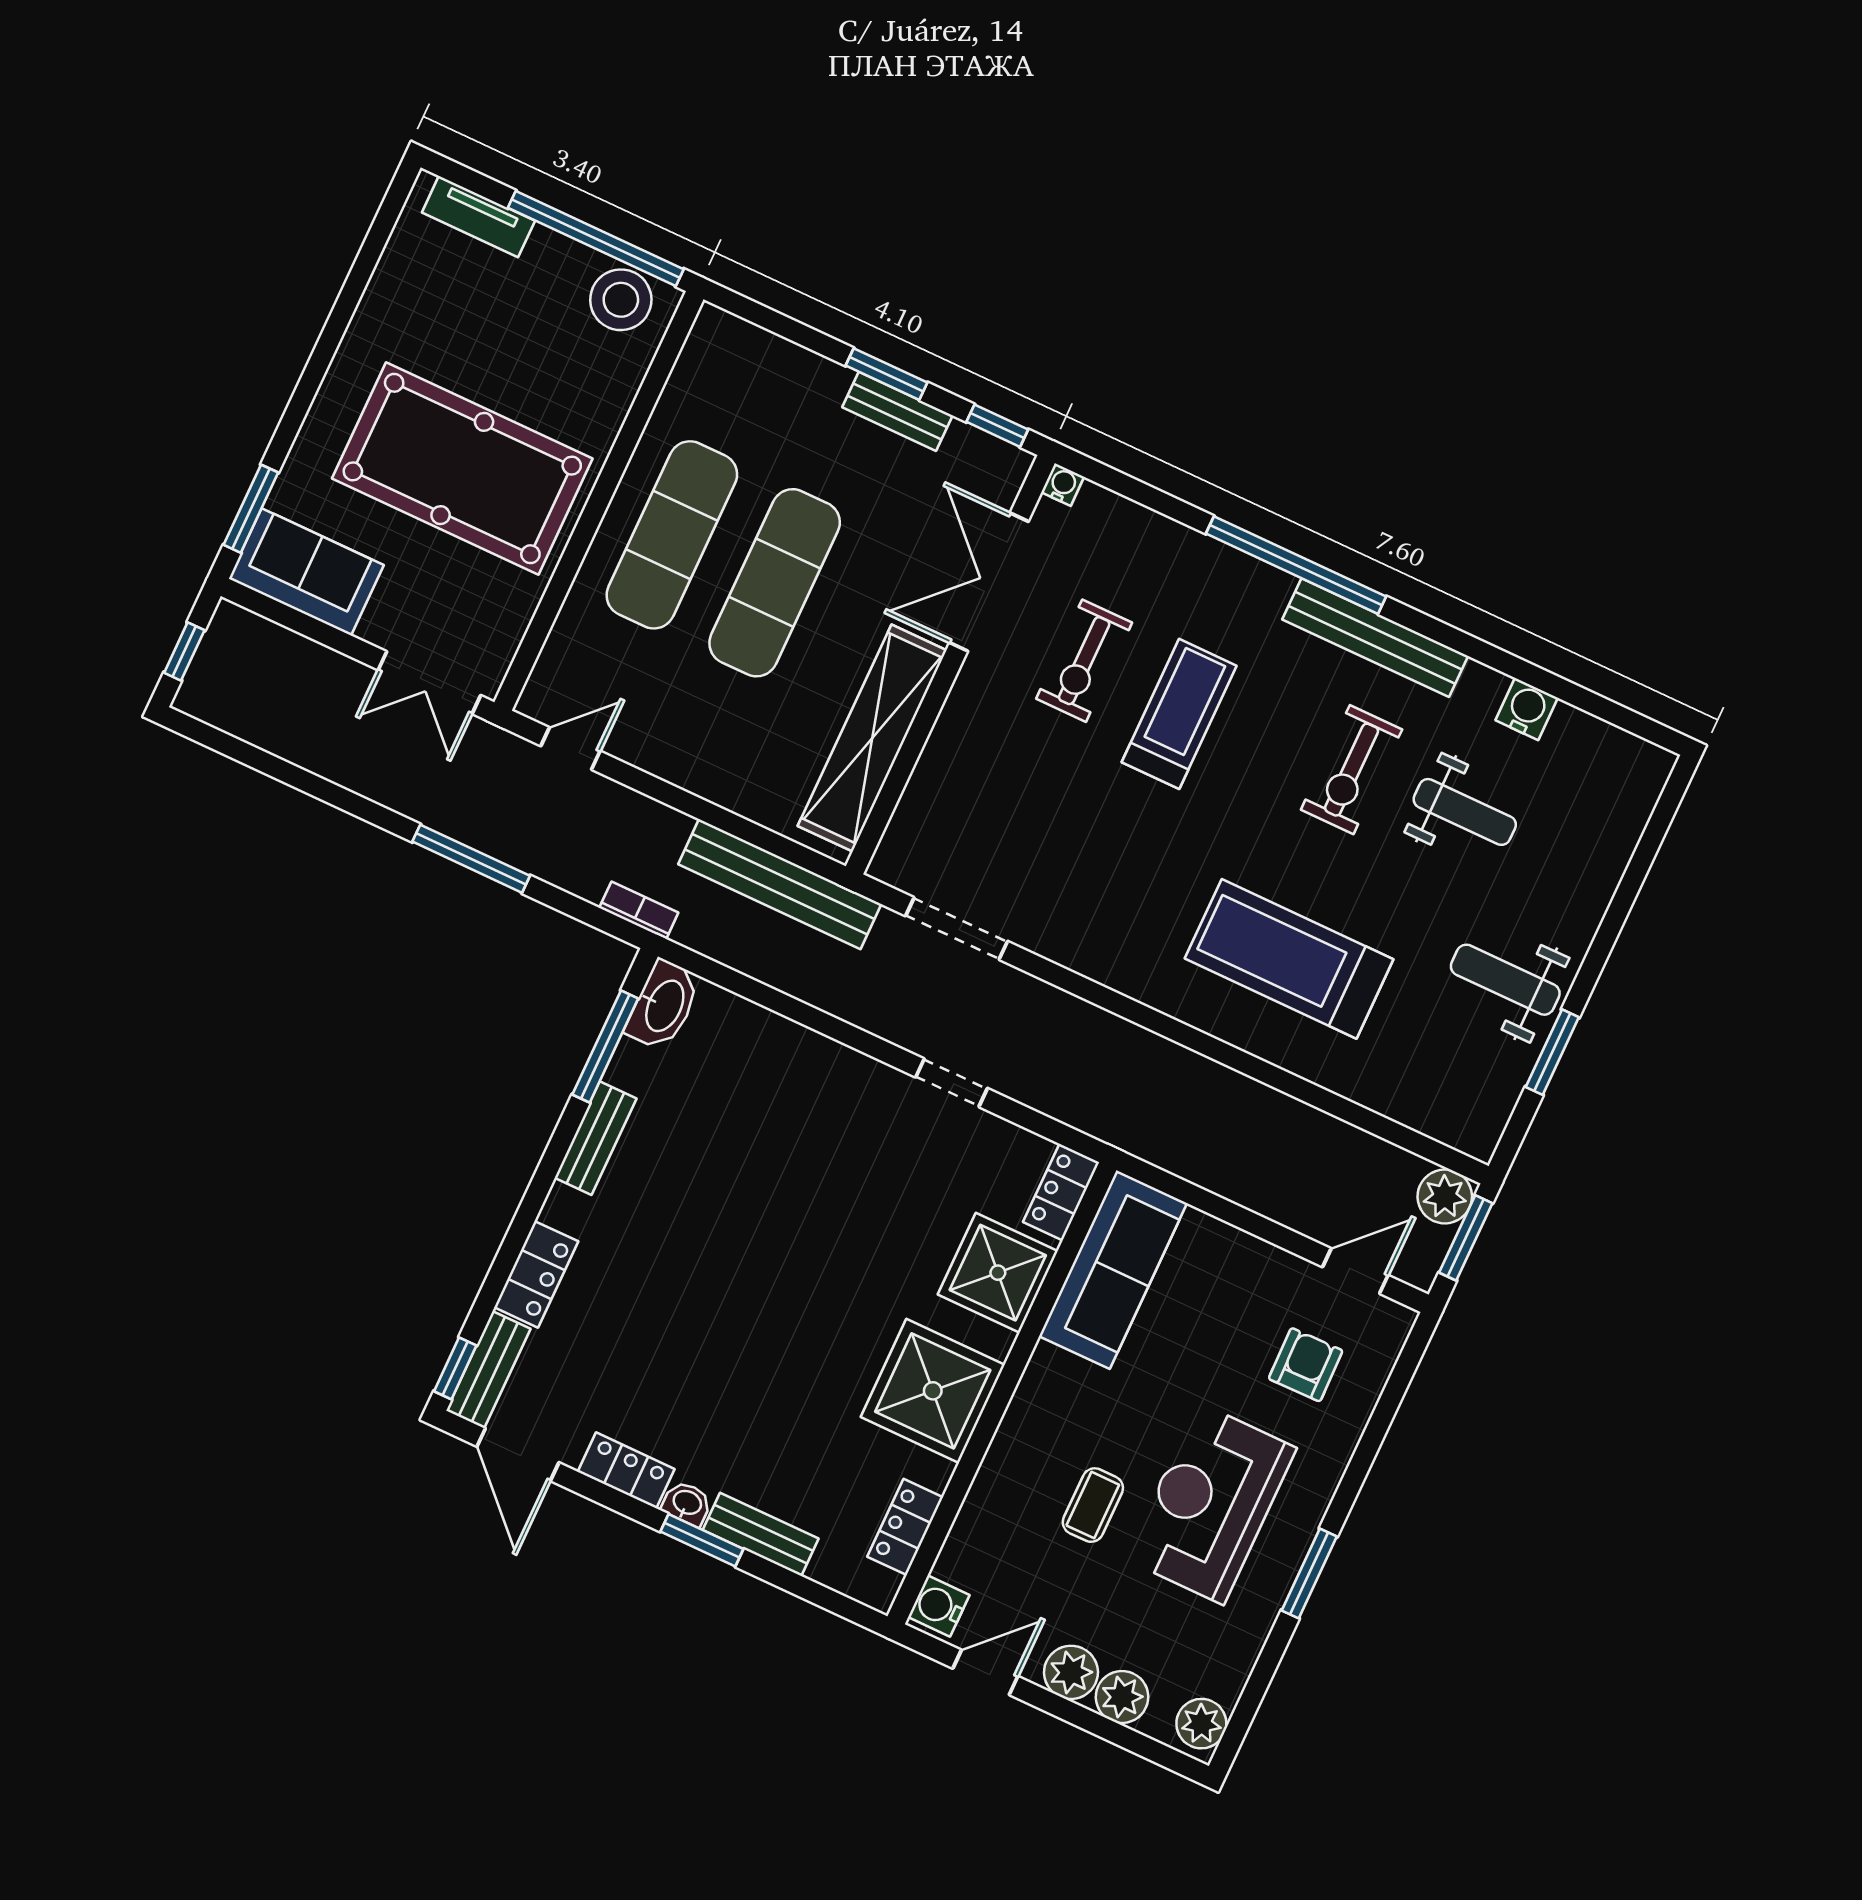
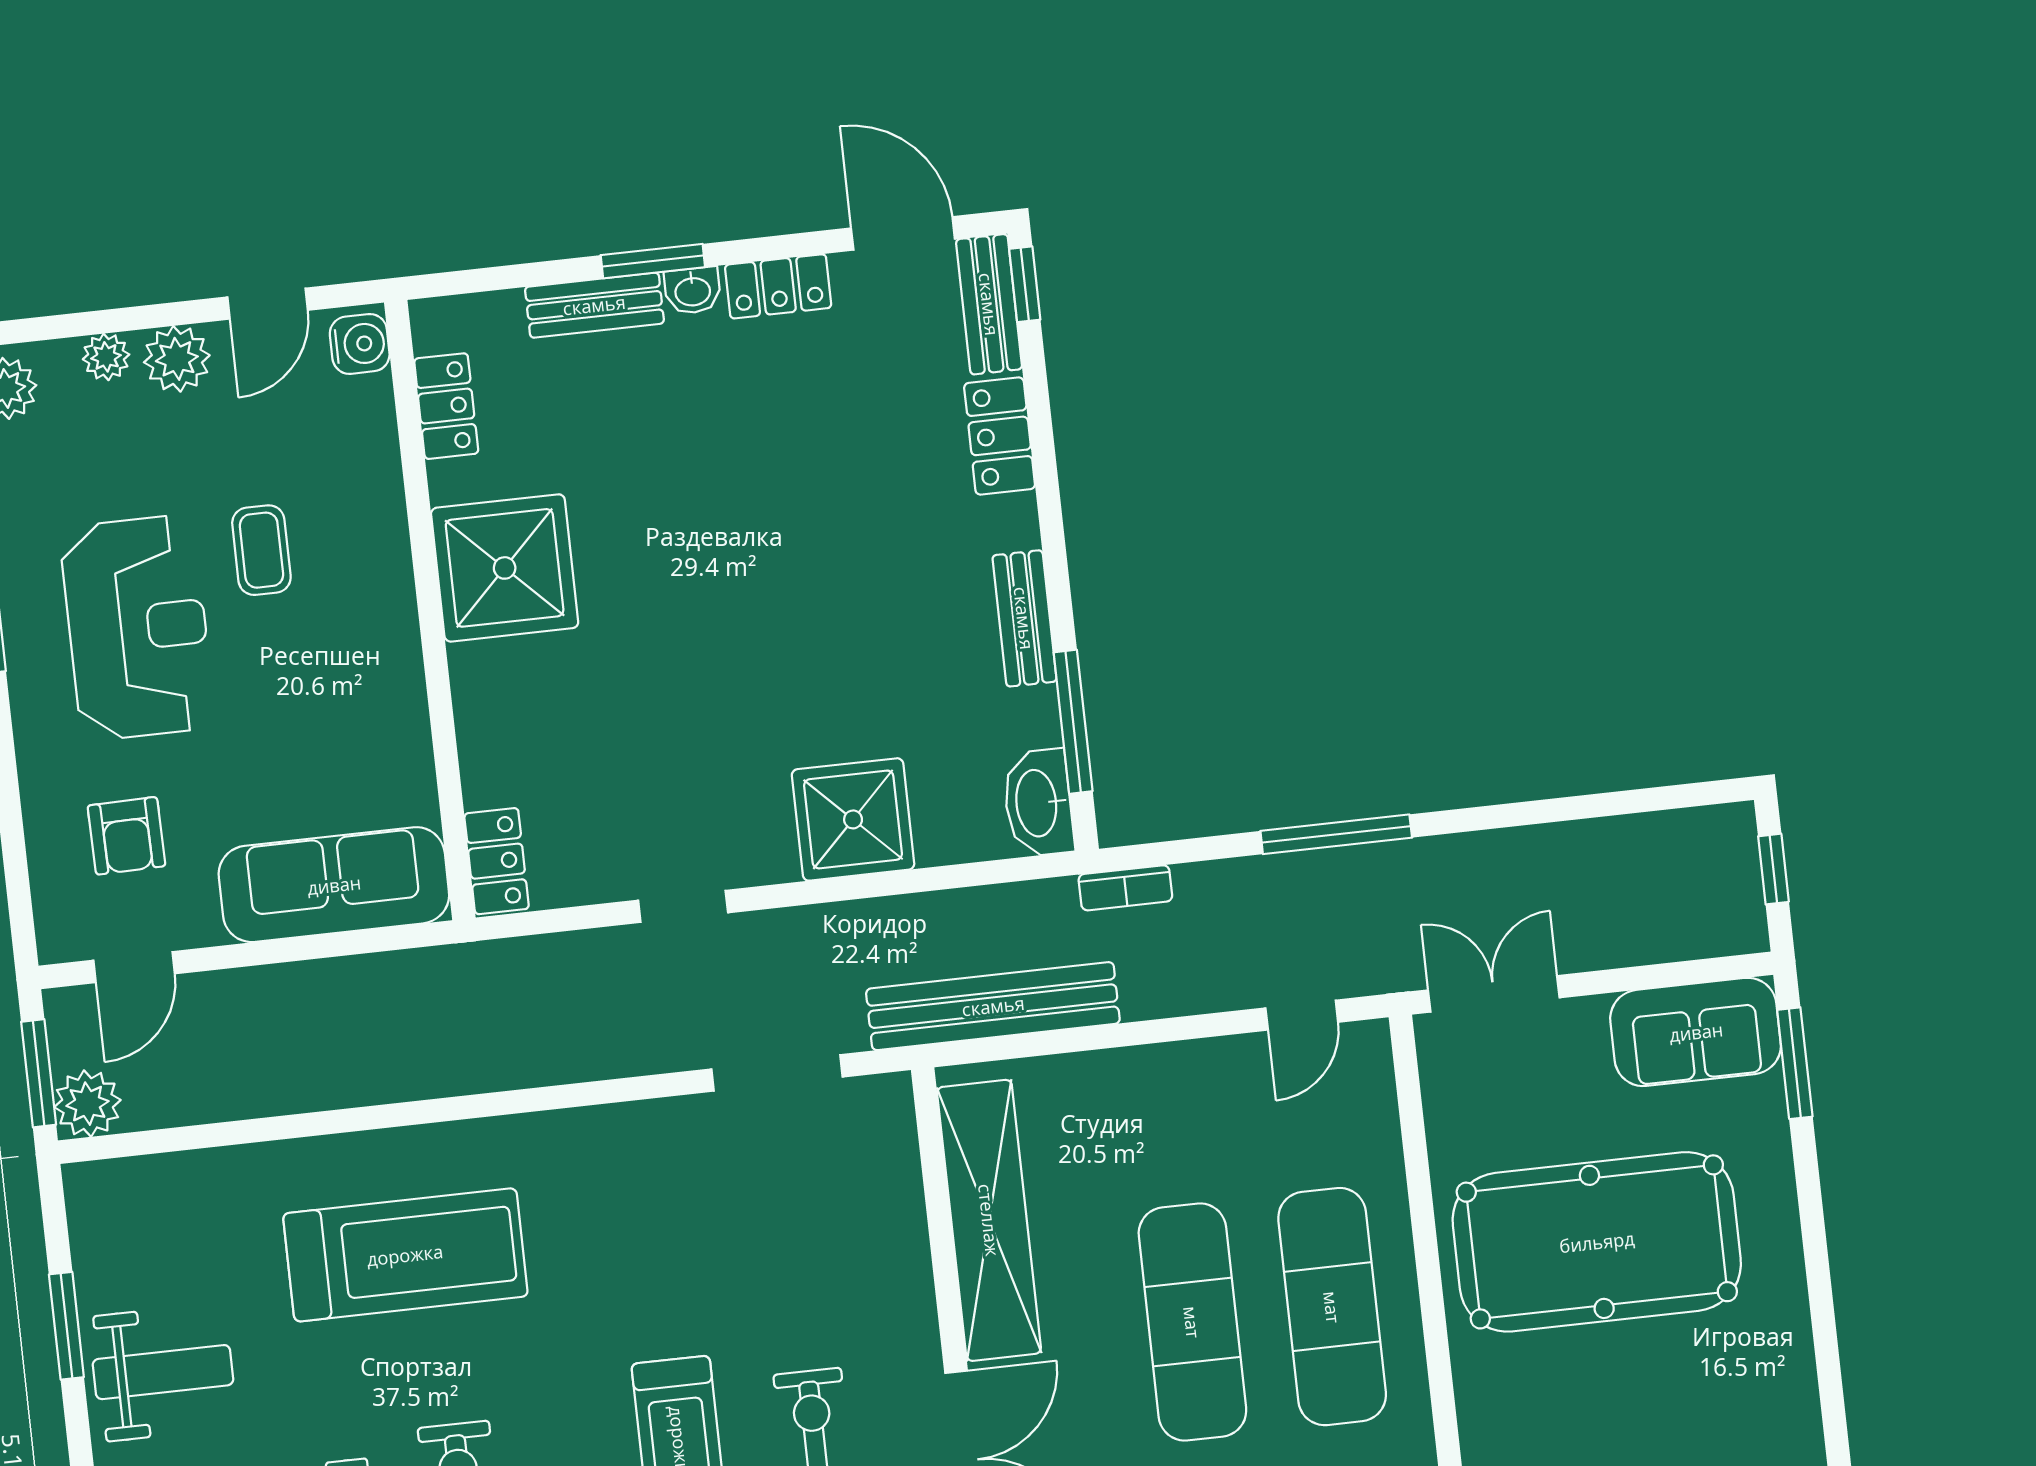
sofa: (1113, 1270) -> (334, 885), moved, turned 90
shower: (998, 1273) -> (853, 819), moved
plant: (1122, 1697) -> (106, 357), width x0.73, depth x0.73

